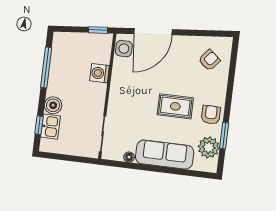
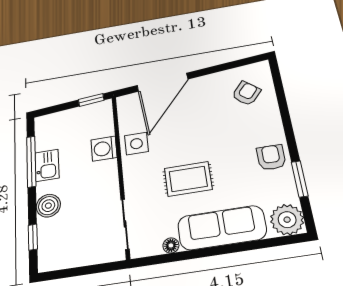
side table: (124, 49) -> (136, 144), moved
rug: (175, 106) -> (188, 179), moved
kitchen sink: (50, 127) -> (47, 165), moved
plant: (209, 147) -> (287, 220), moved

